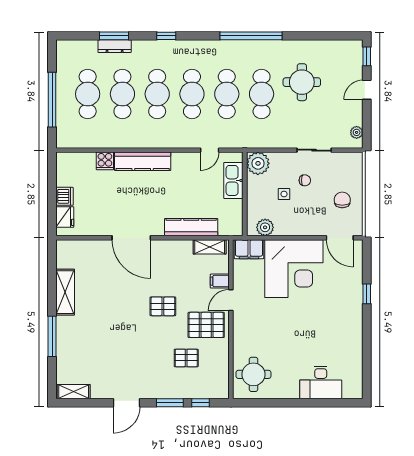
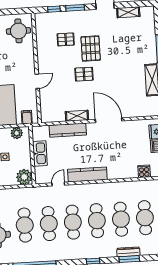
cooker: (105, 161) -> (144, 171), moved
kitchen counter: (143, 161) -> (87, 175), moved
kitchen sink: (233, 180) -> (40, 153), moved
shelving: (210, 247) -> (77, 116), moved
filing cabinet: (249, 249) -> (27, 117), width x0.50
filing cabinet: (220, 281) -> (46, 94), removed
pallet: (206, 325) -> (91, 48), moved, turned 90
shelving: (74, 392) -> (128, 12), moved

